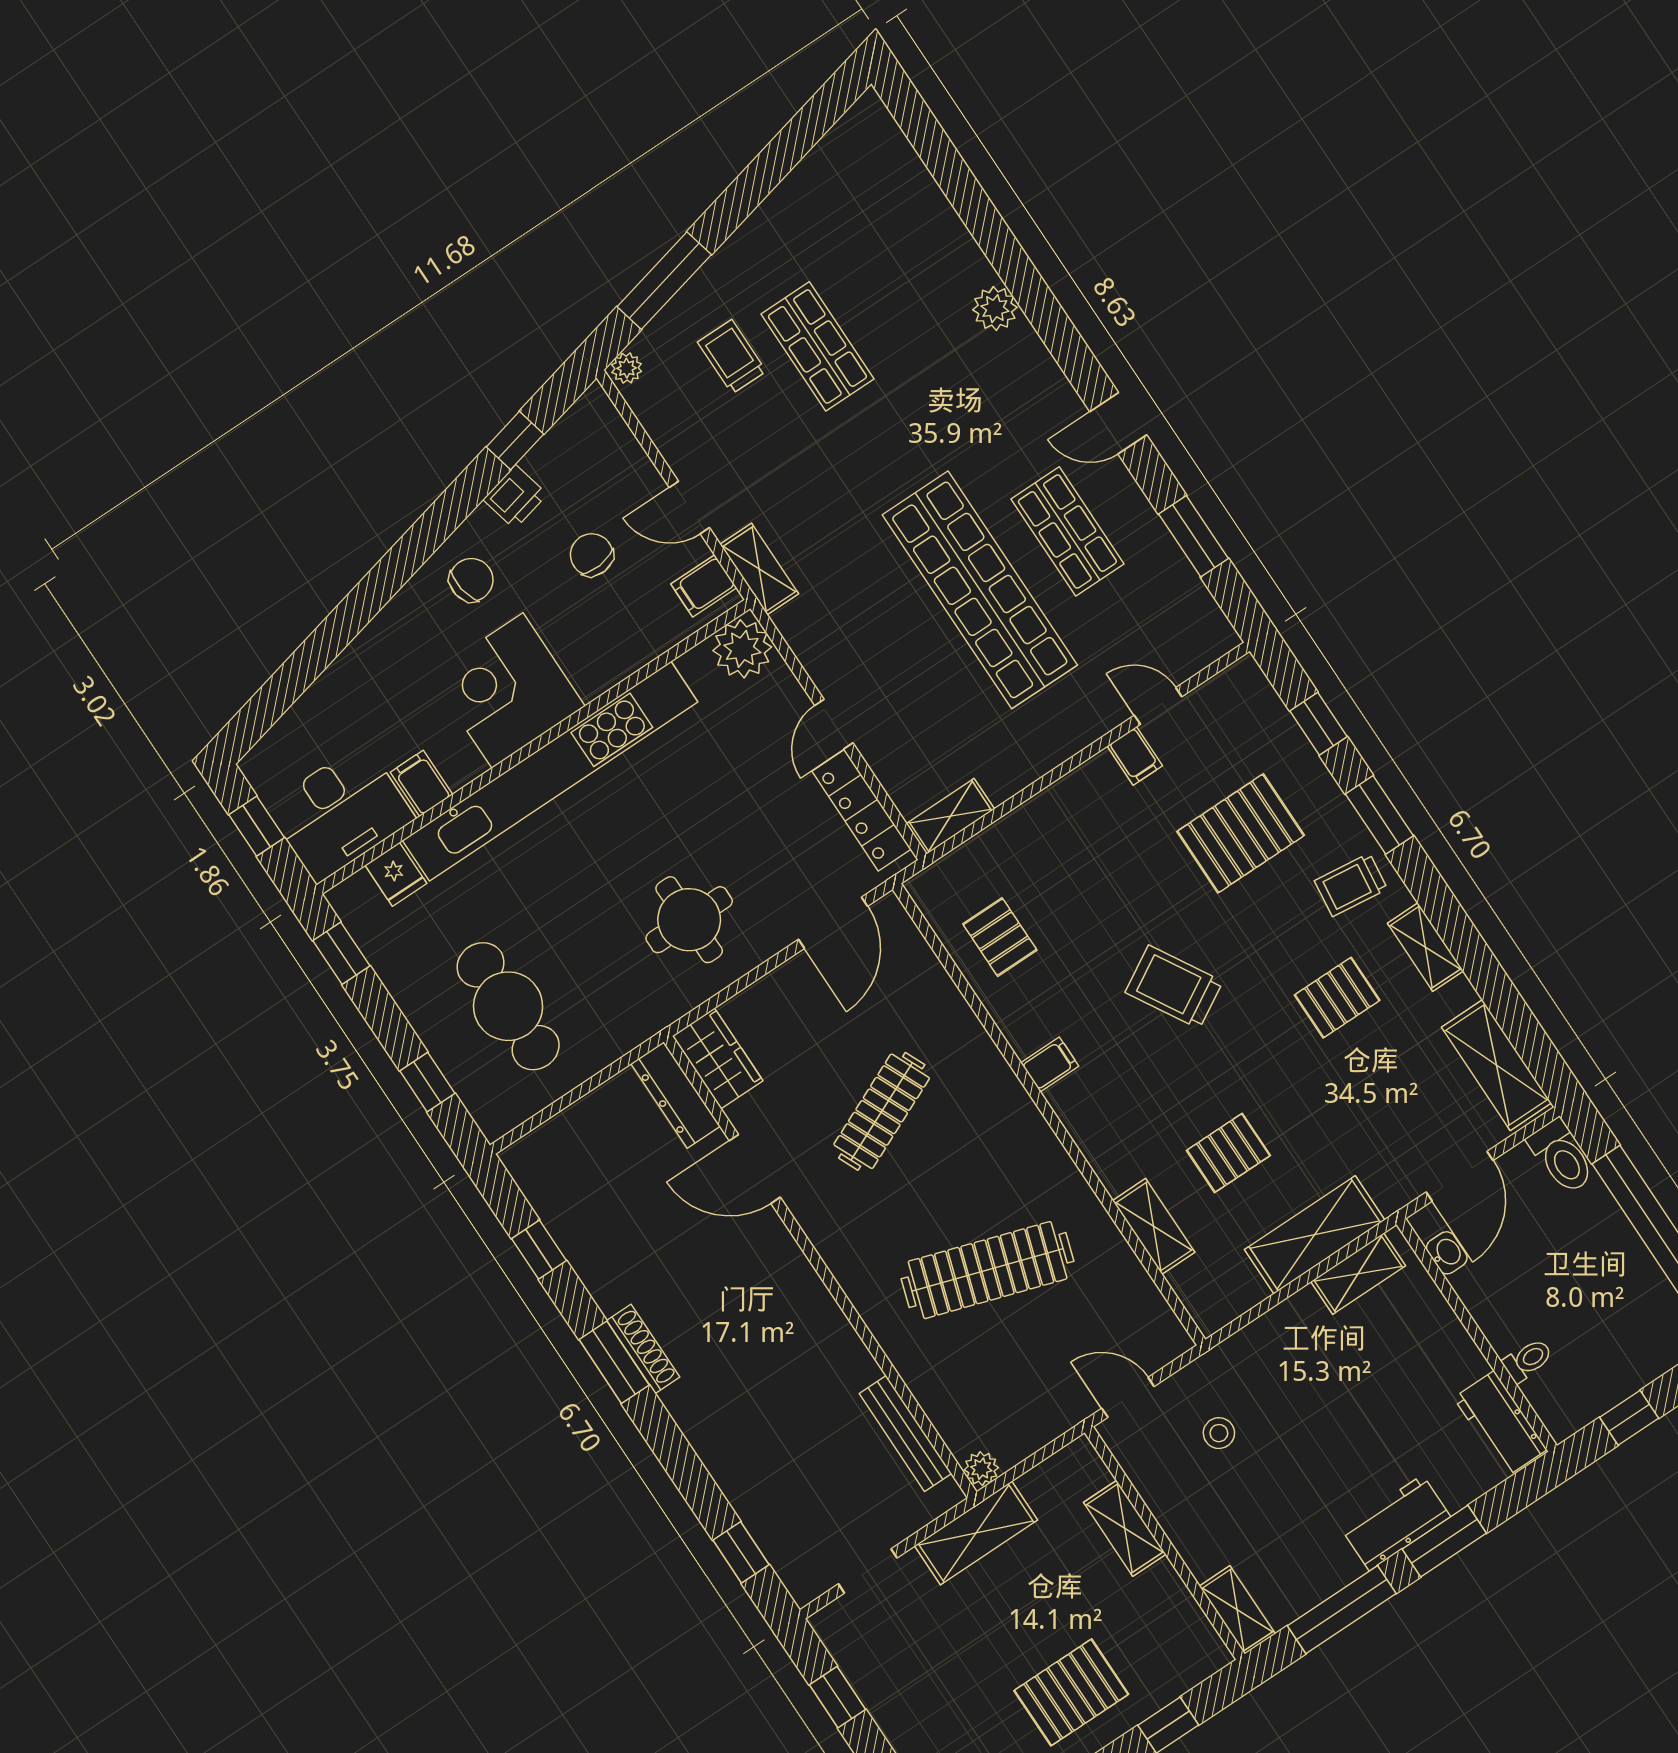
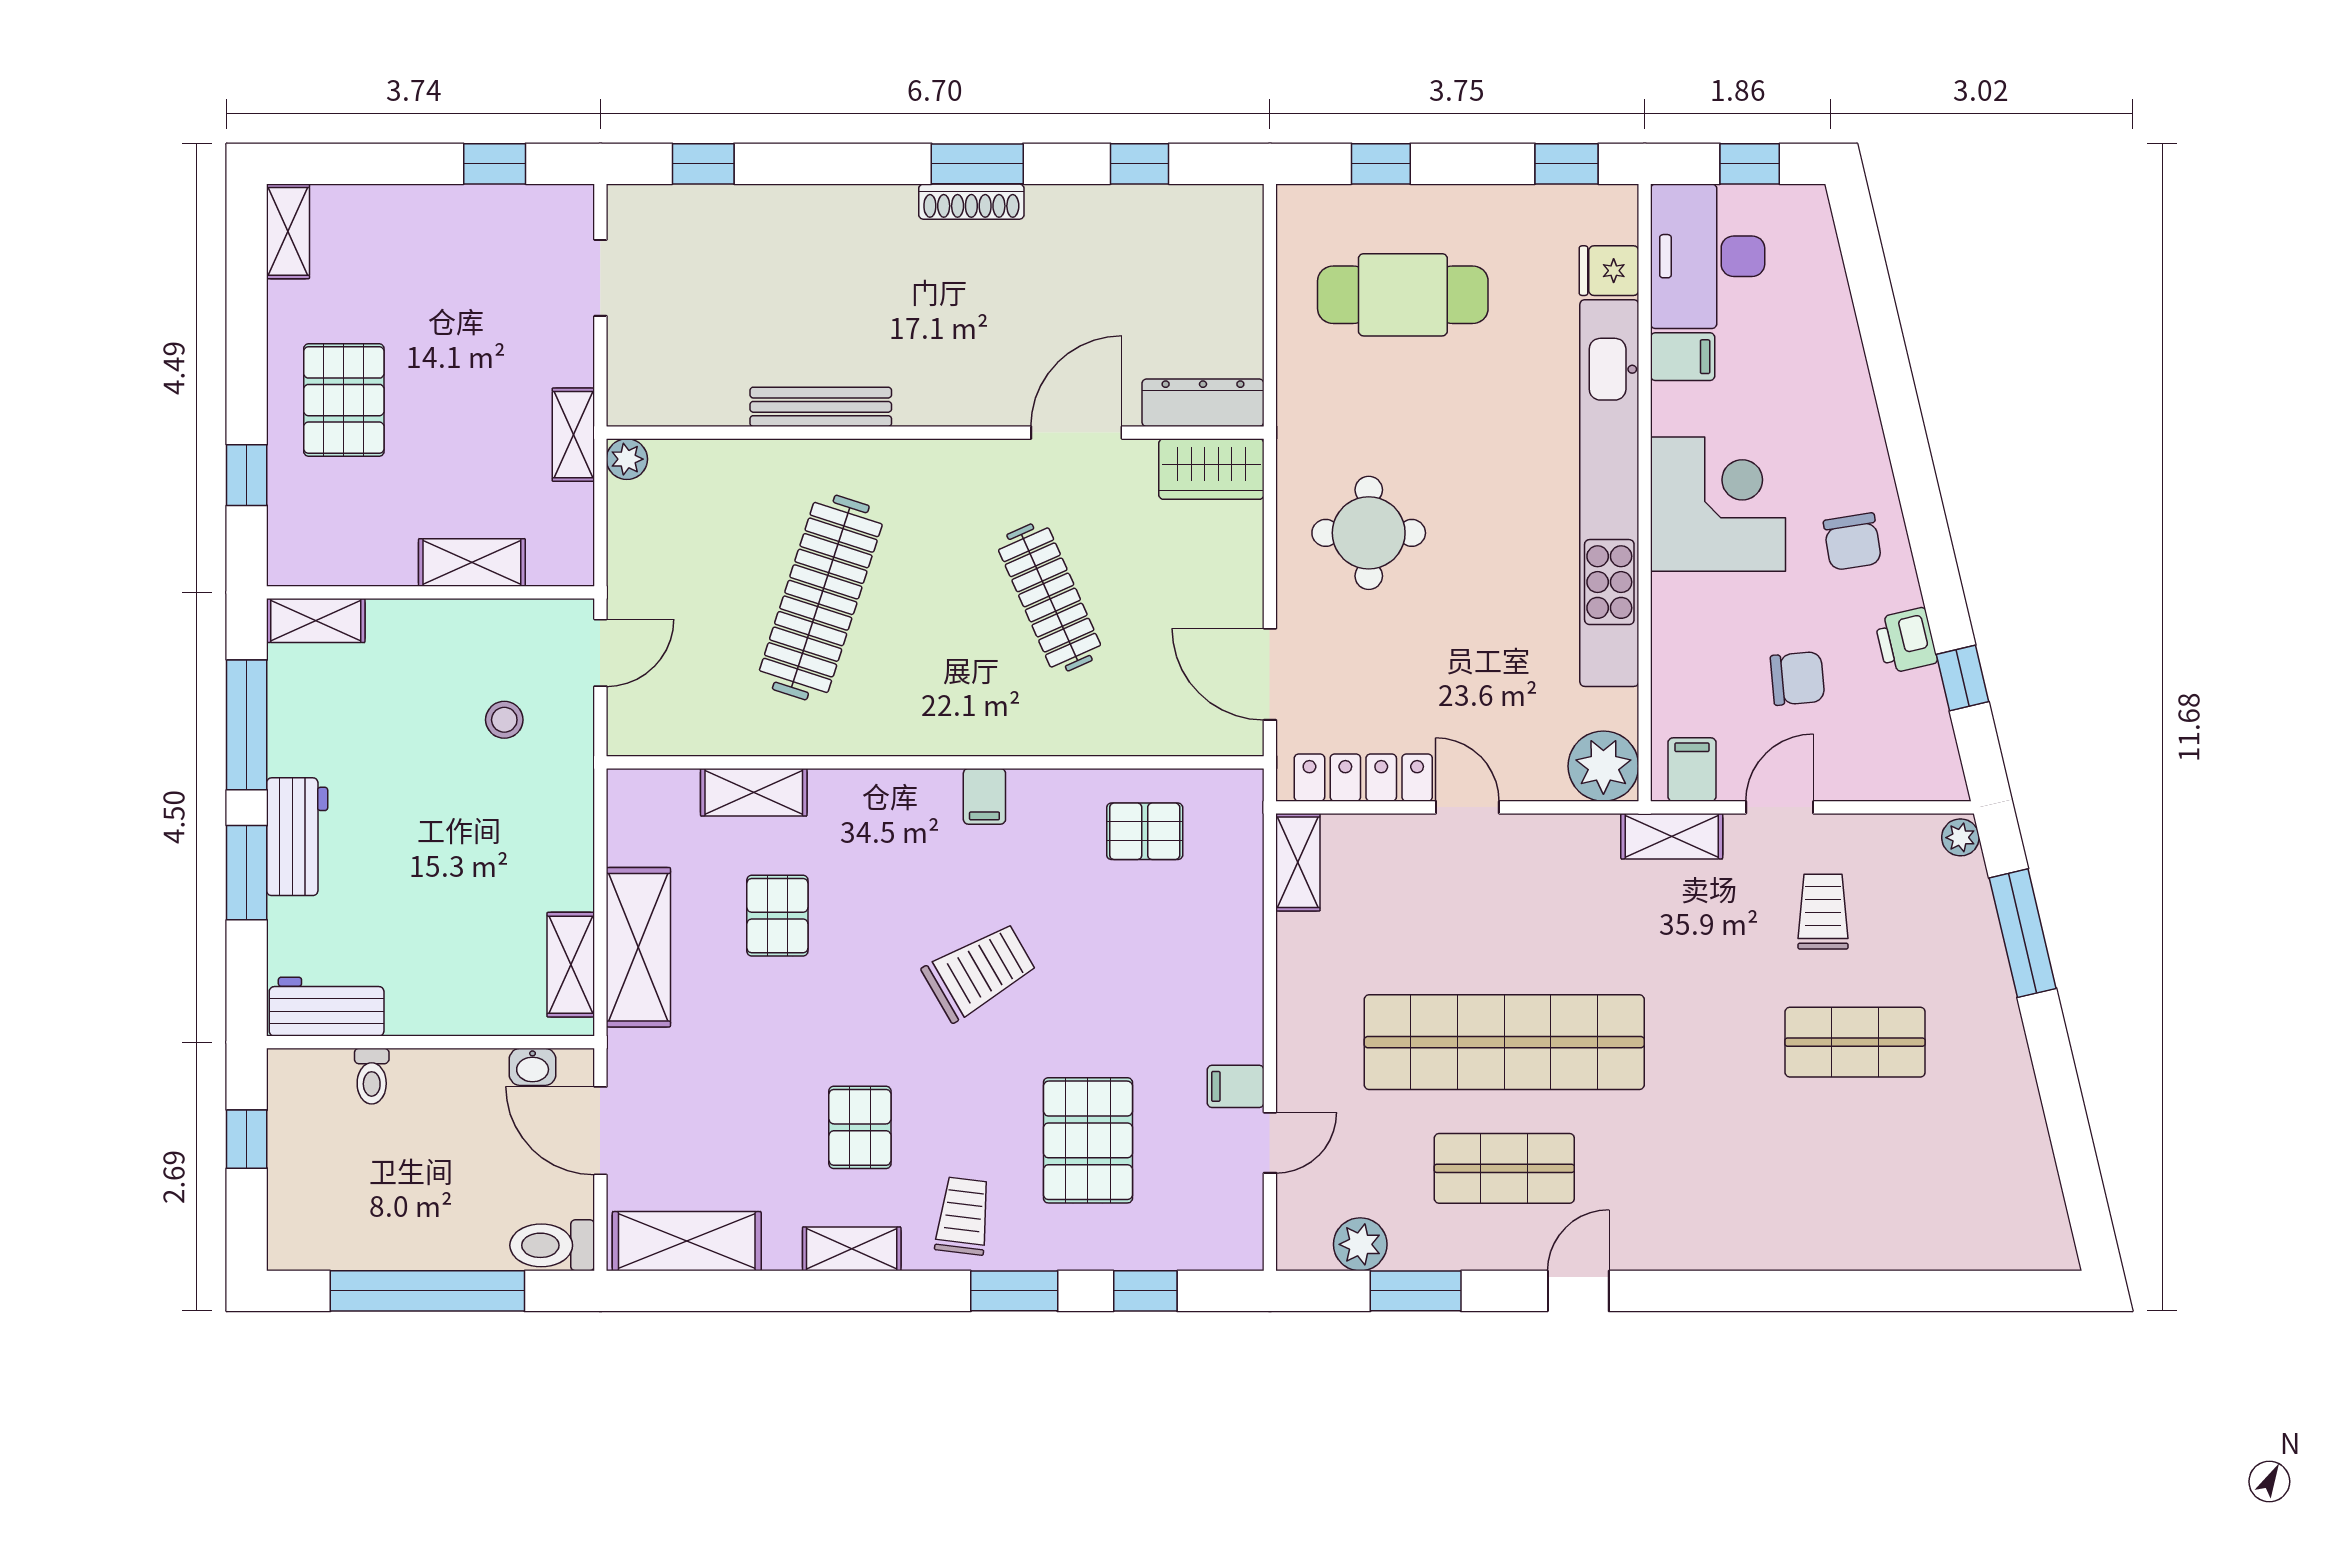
plant: (995, 309) -> (1360, 1244), moved
trolley: (732, 357) -> (1823, 912), moved, turned -90
bench: (905, 1434) -> (821, 407), moved
shelving: (976, 1533) -> (573, 435), width x0.67, depth x0.75

